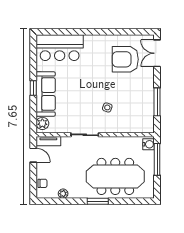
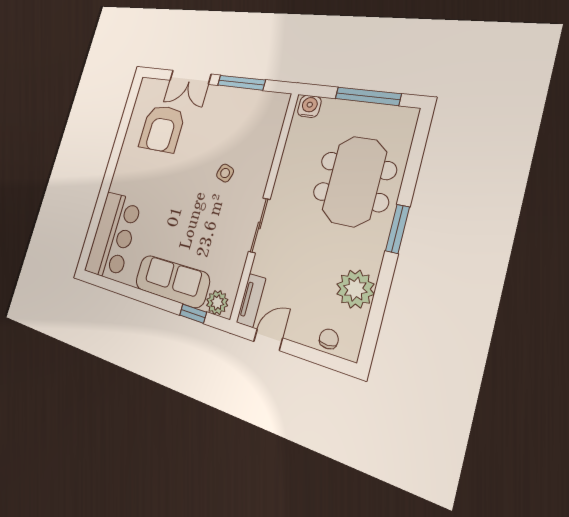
double door: (157, 53) -> (190, 77), moved
window: (33, 88) -> (193, 314), moved
window: (157, 159) -> (368, 96), moved
meeting table: (115, 176) -> (354, 181), width x0.73
plant: (63, 194) -> (355, 289), width x1.88, depth x1.88

